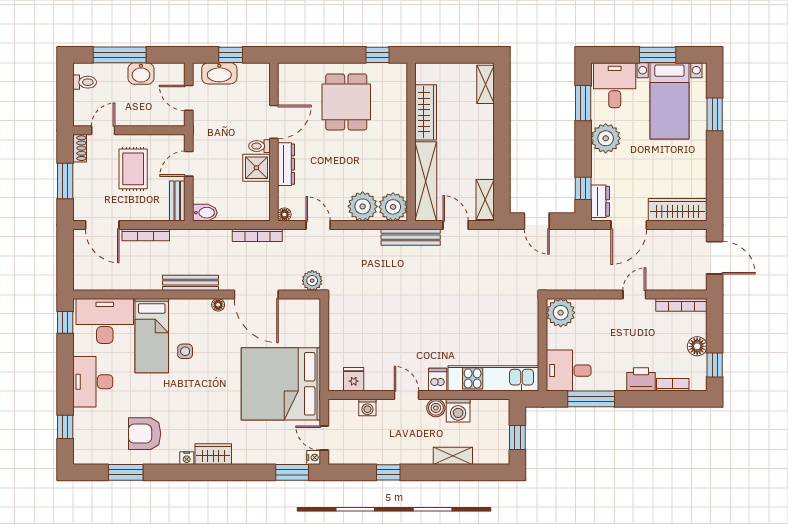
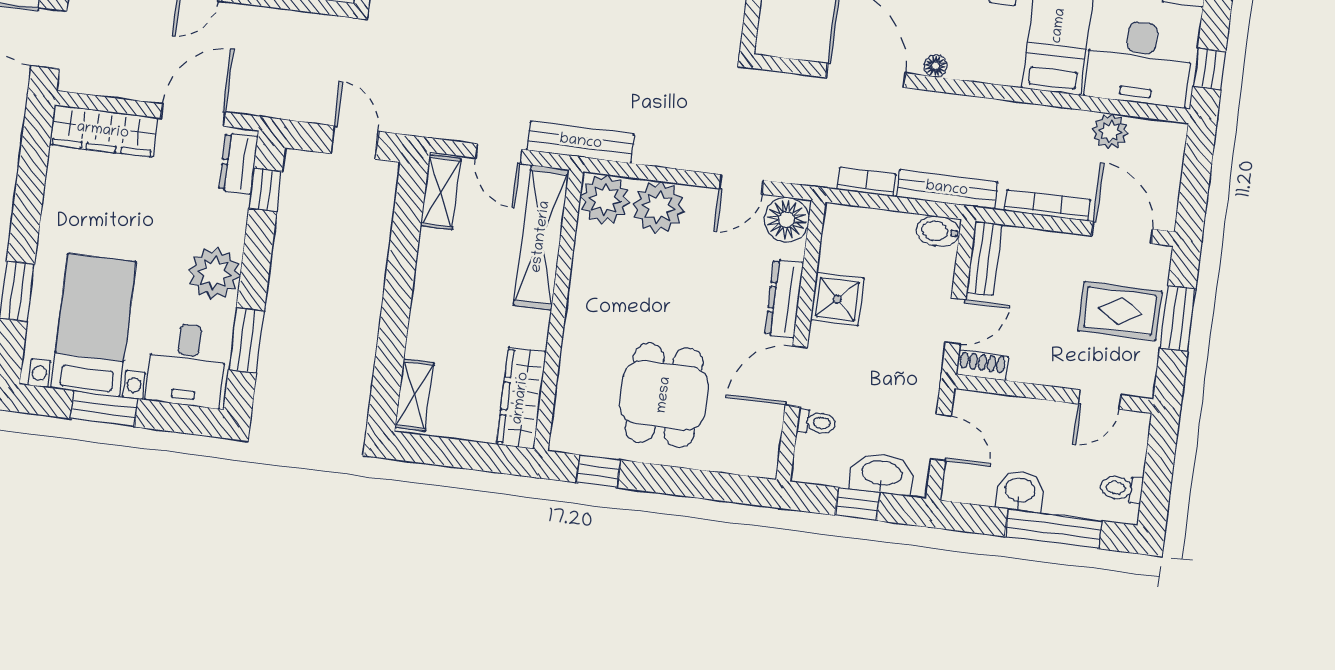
wardrobe: (426, 112) -> (521, 398), moved
toilet: (259, 146) -> (816, 422), moved
shoe rack: (80, 148) -> (982, 365), moved, turned 90
rug: (133, 169) -> (1120, 311), moved, turned 90
floor lamp: (284, 214) -> (787, 220), width x1.89, depth x1.89
door: (318, 225) -> (741, 184), hinge flipped
bookcase: (257, 235) -> (867, 182), width x0.64
plant: (312, 281) -> (1110, 131), moved
bench: (191, 283) -> (947, 189), moved

